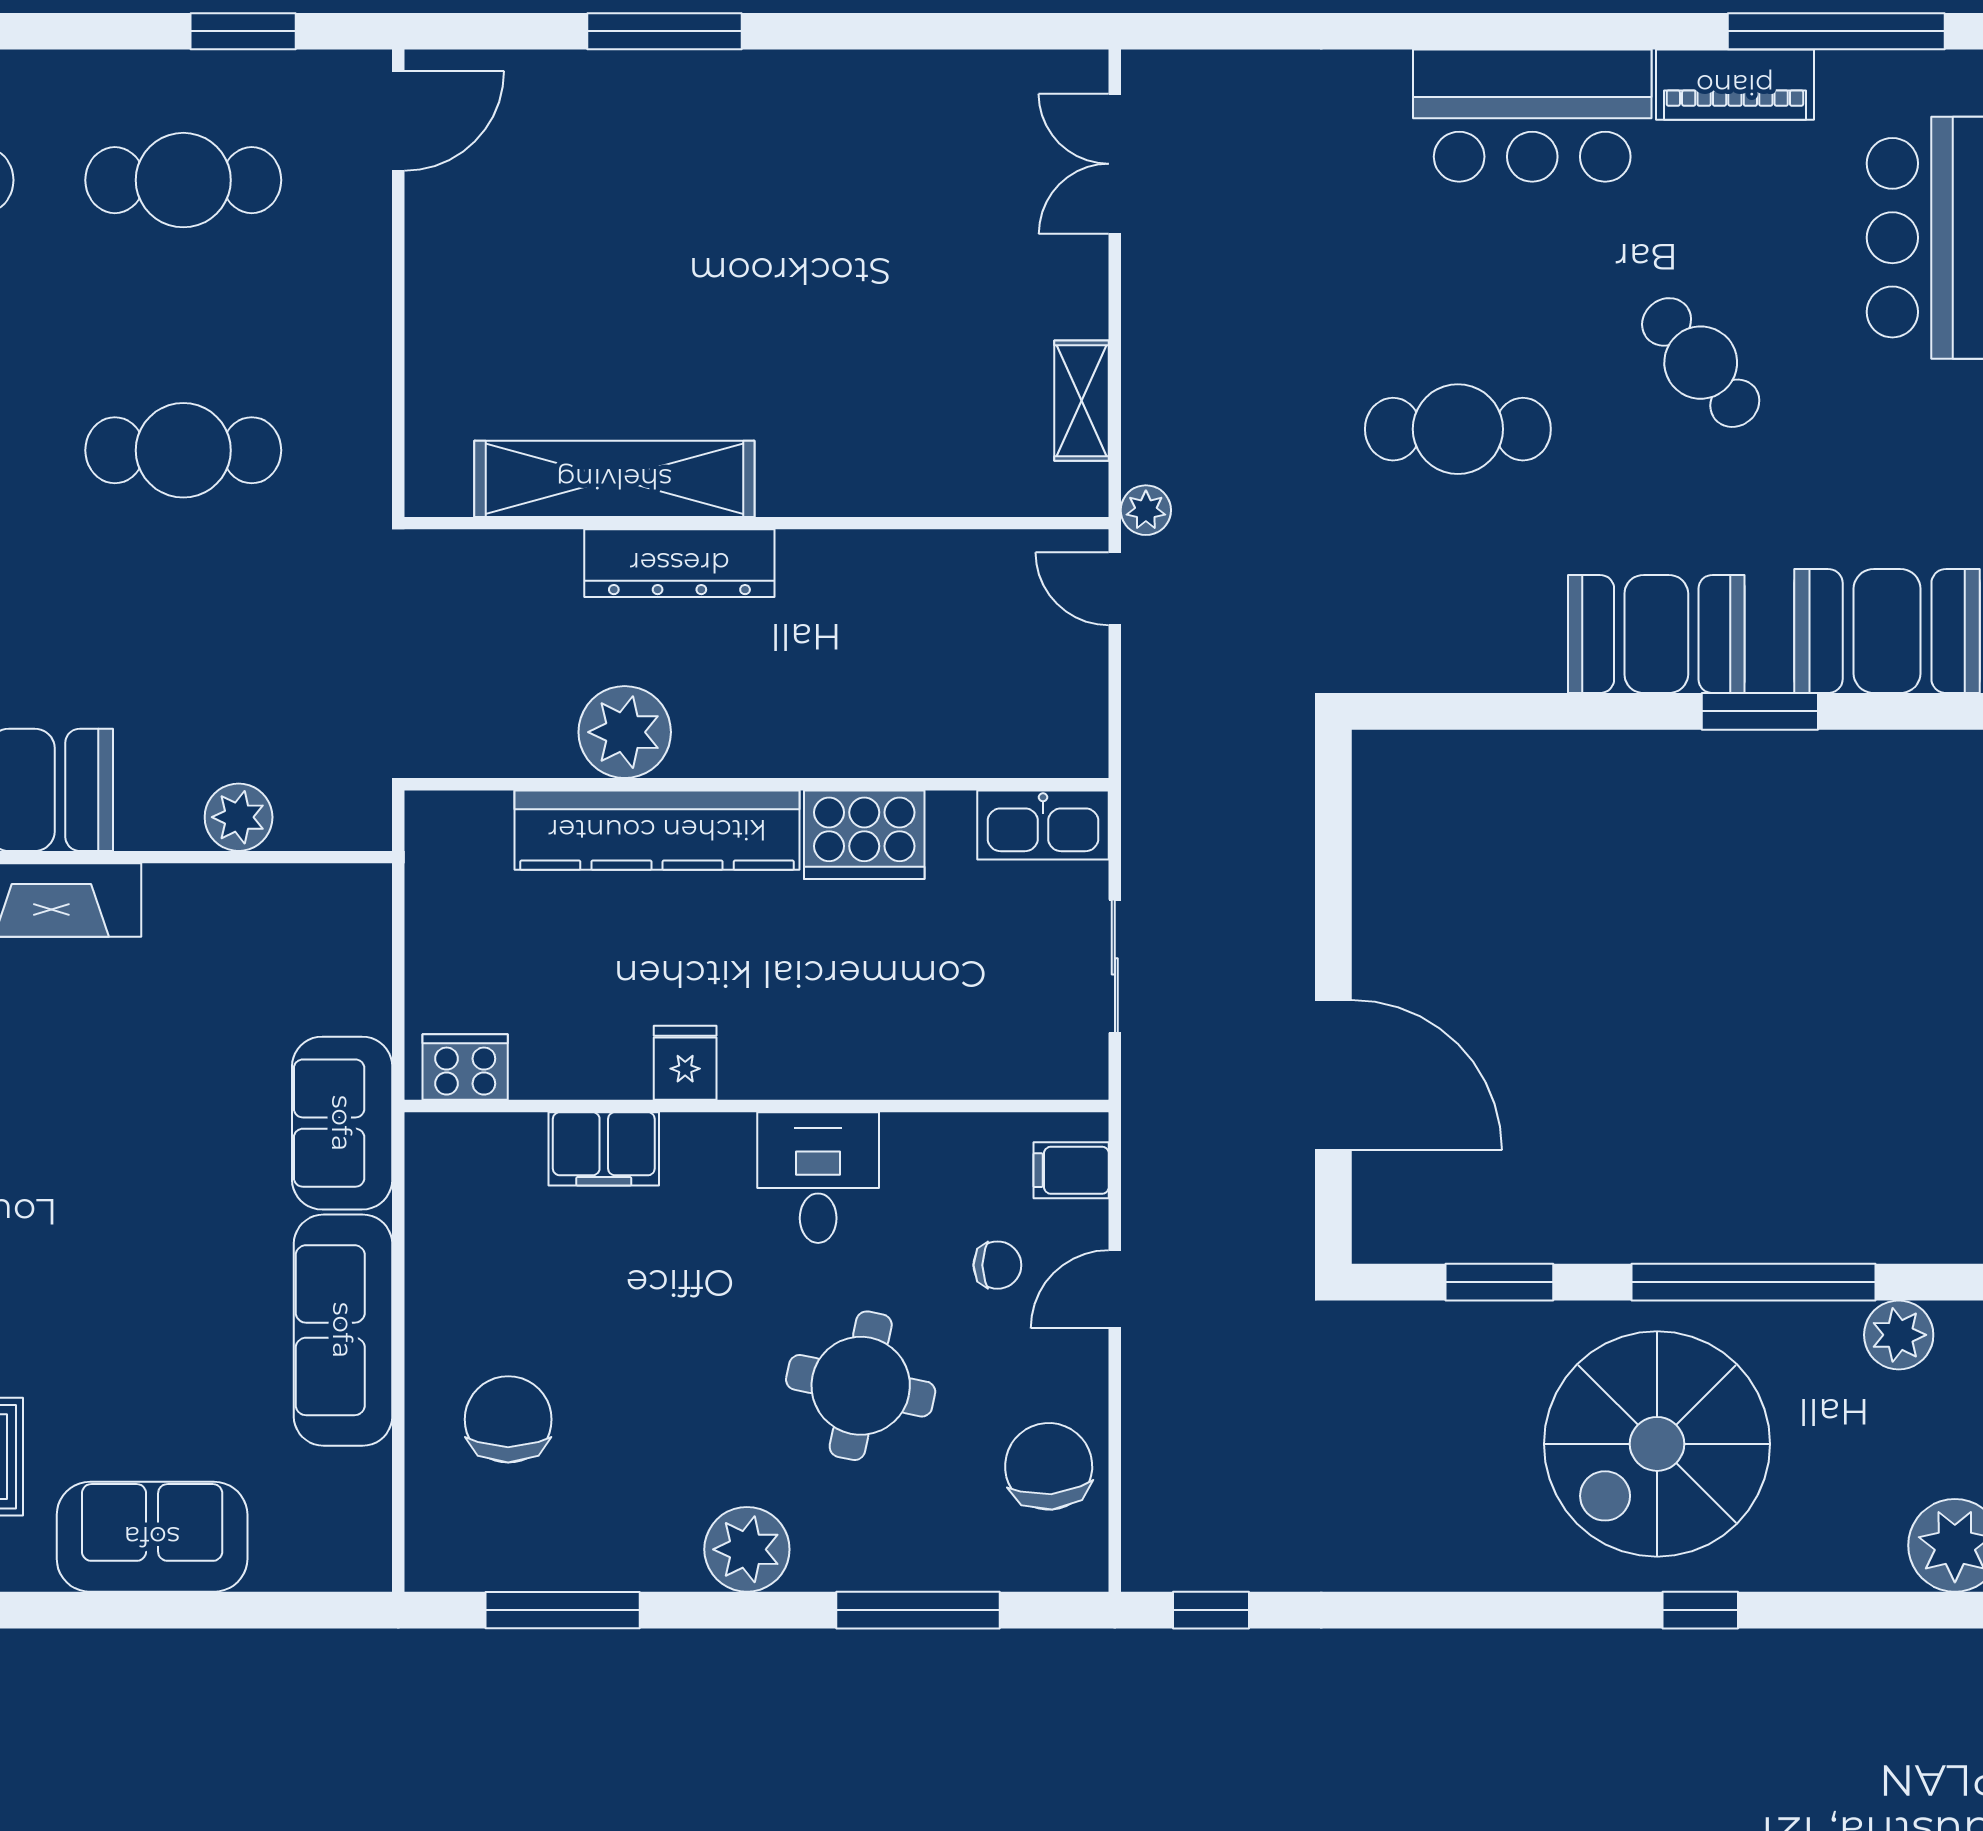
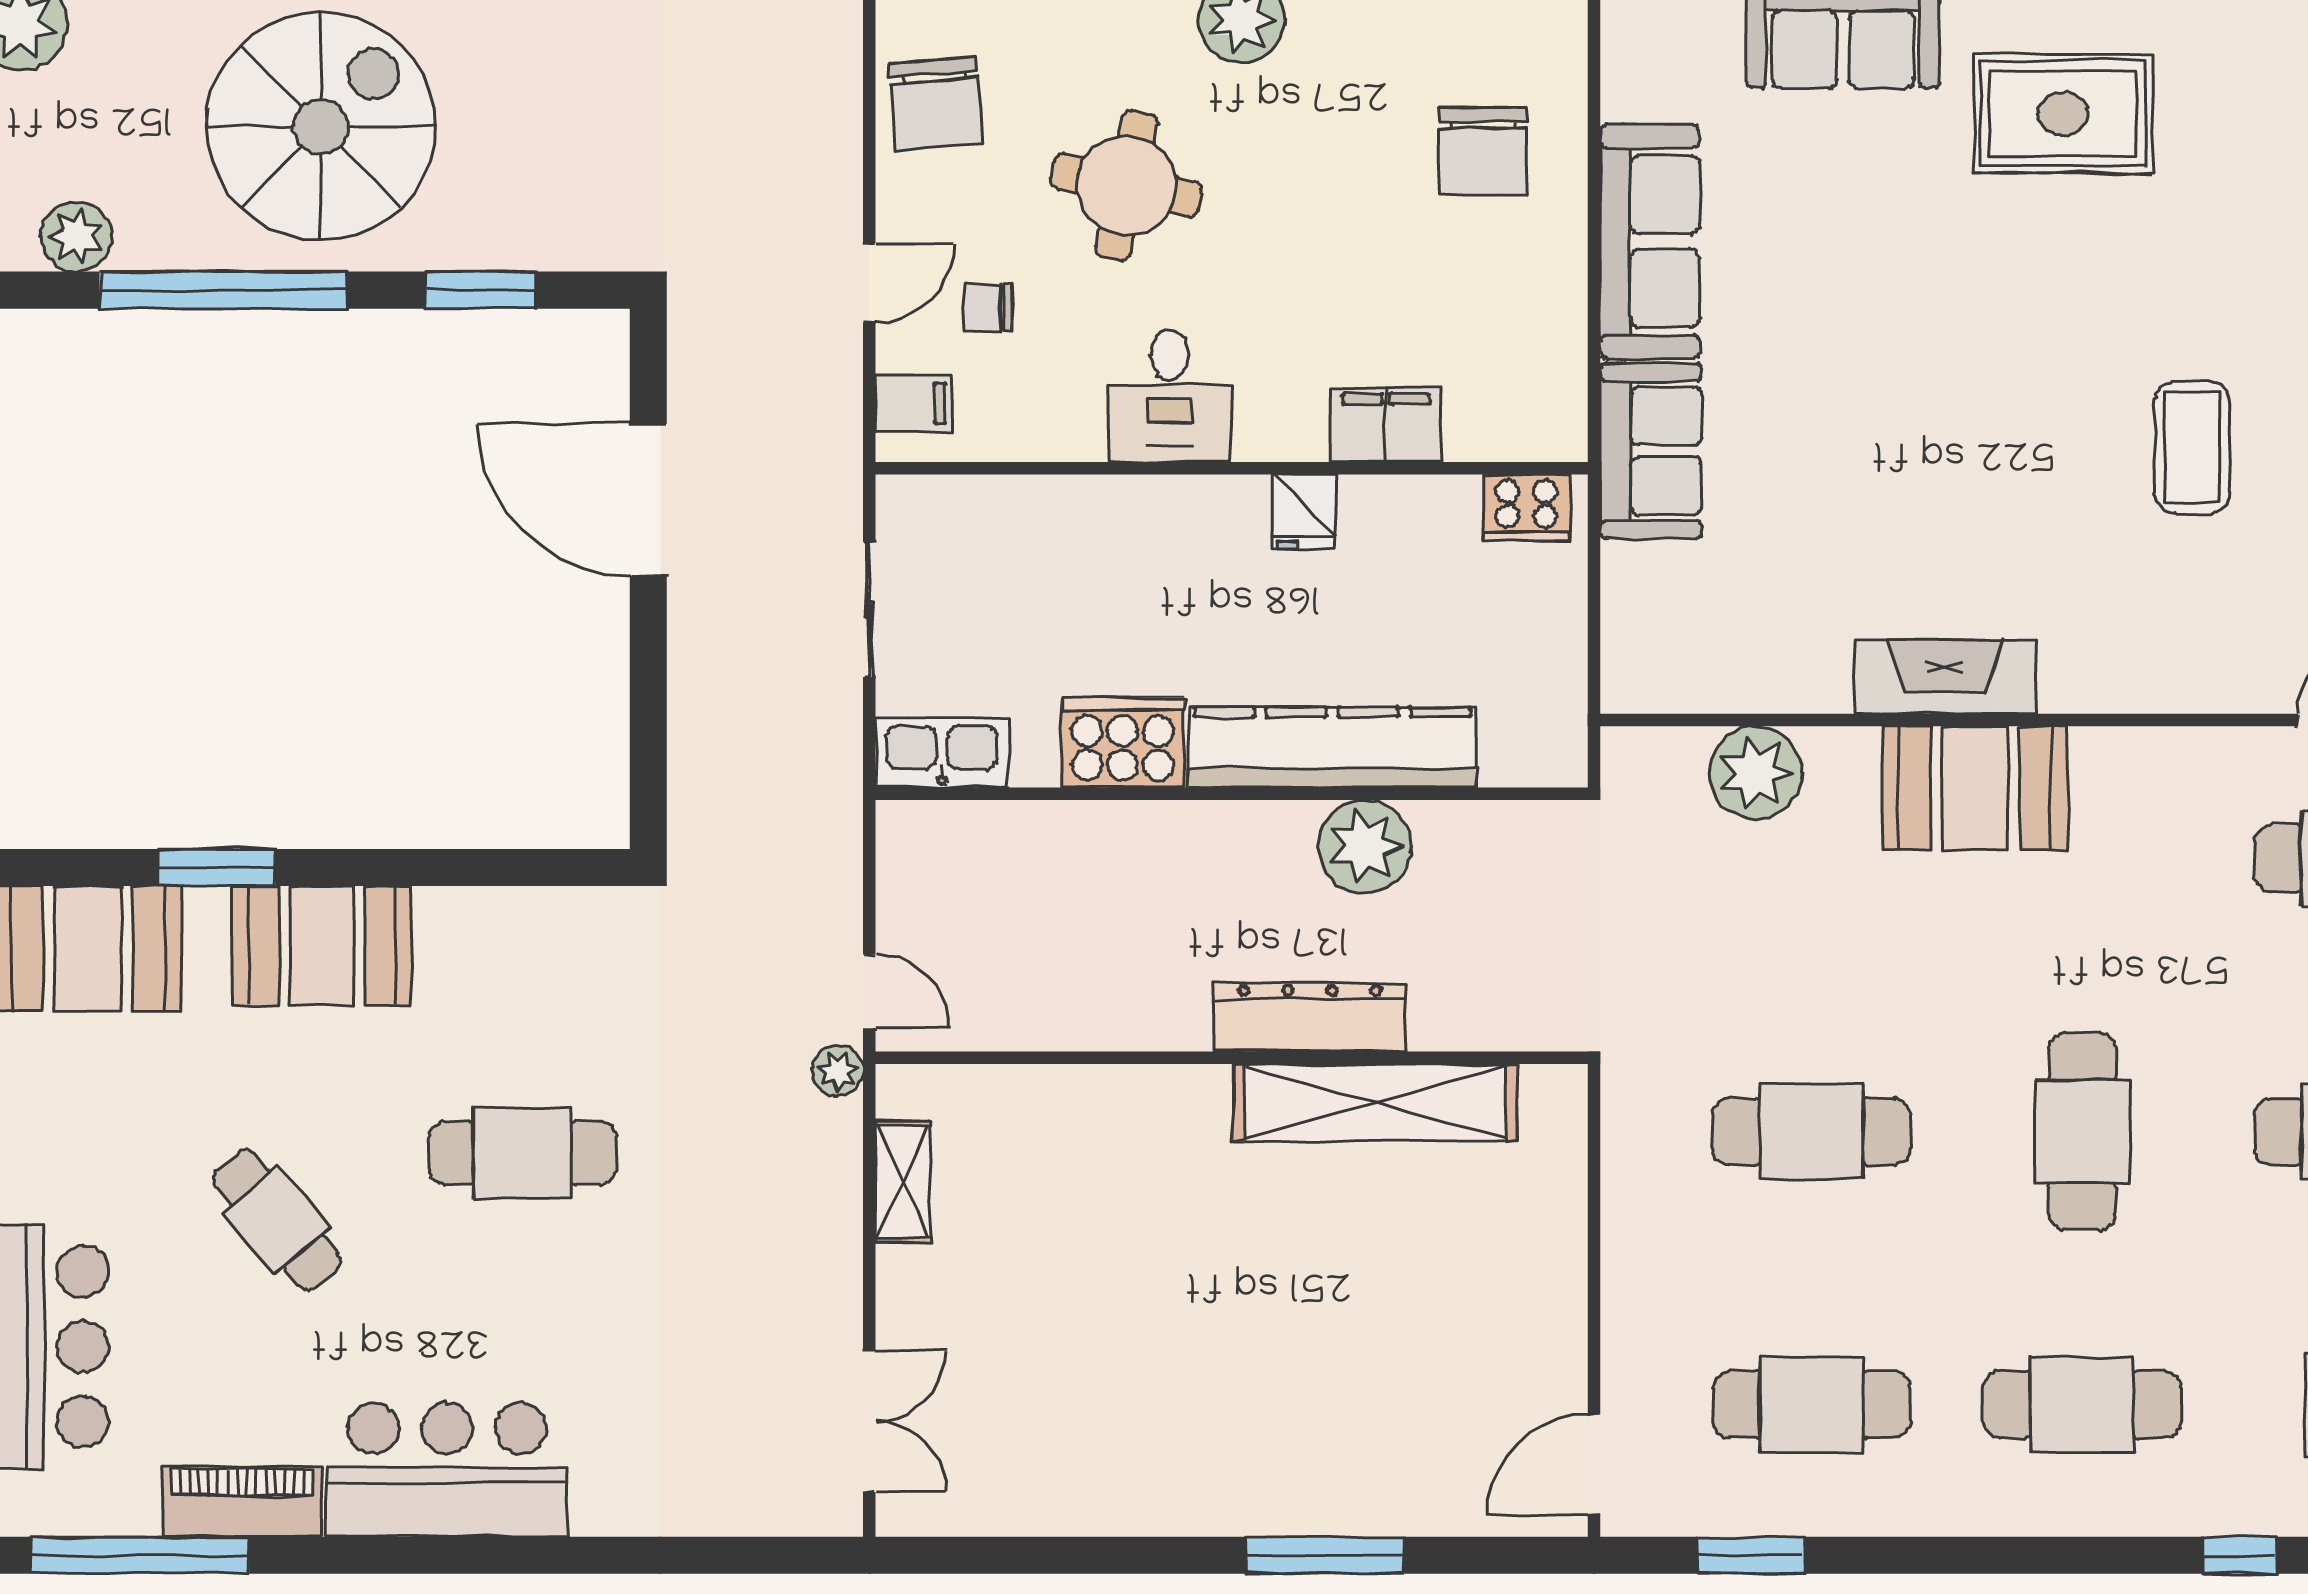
plant: (239, 817) -> (1756, 773), width x1.36, depth x1.36

